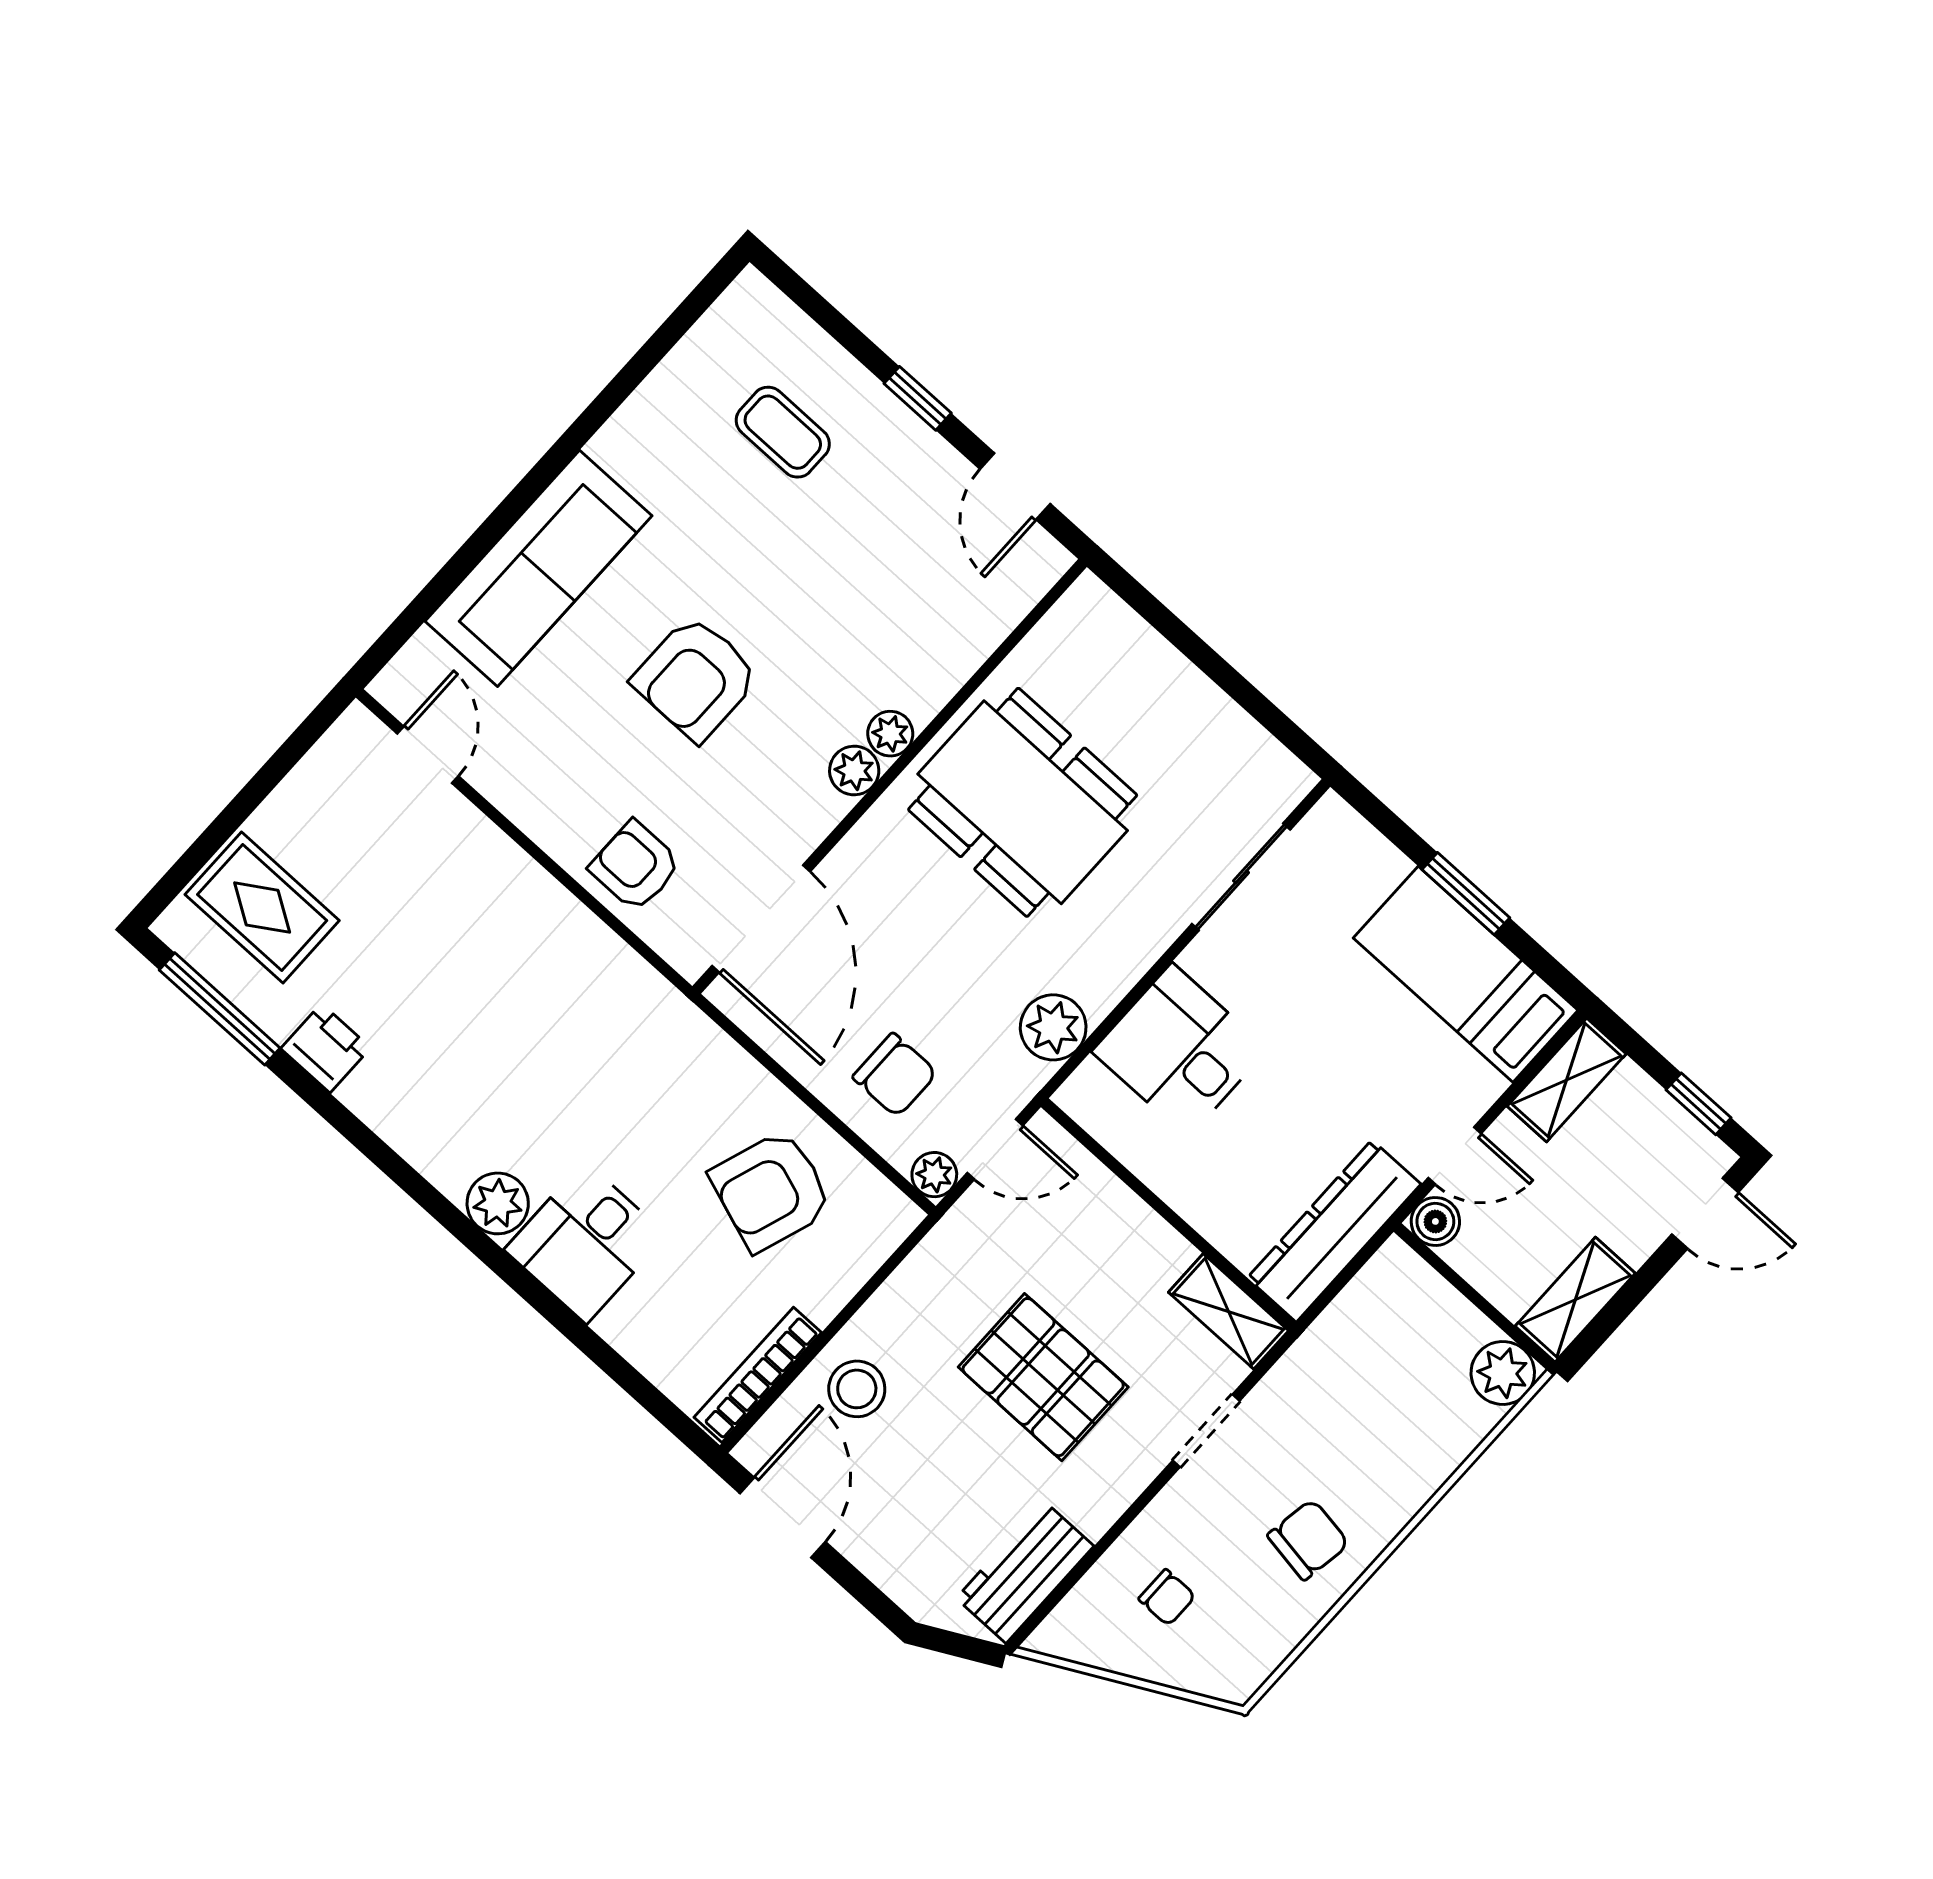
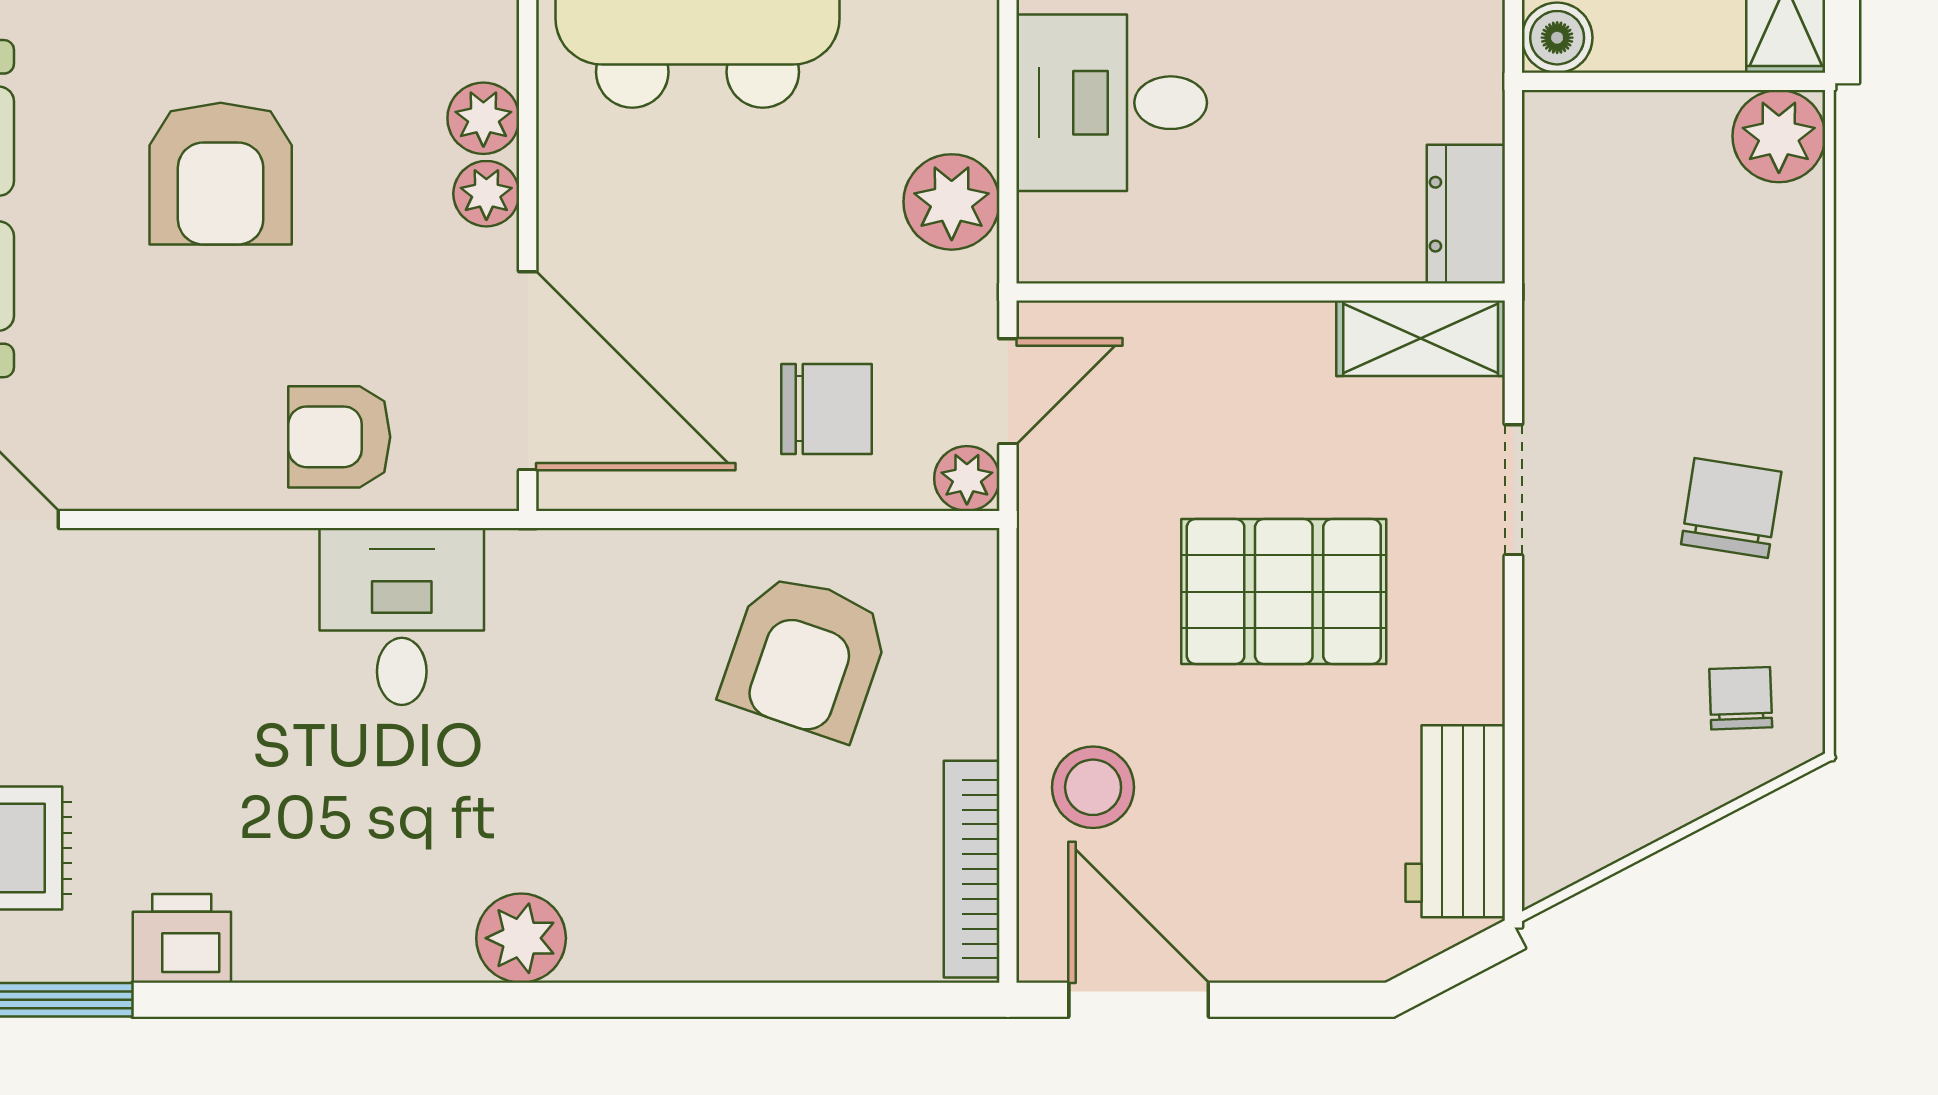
plant: (890, 734) -> (486, 194), moved
dresser: (1334, 1231) -> (1466, 214), width x0.51, depth x0.80
desk: (585, 1242) -> (402, 616), moved, turned 180
chair: (1167, 1597) -> (1741, 698), moved, turned -92

